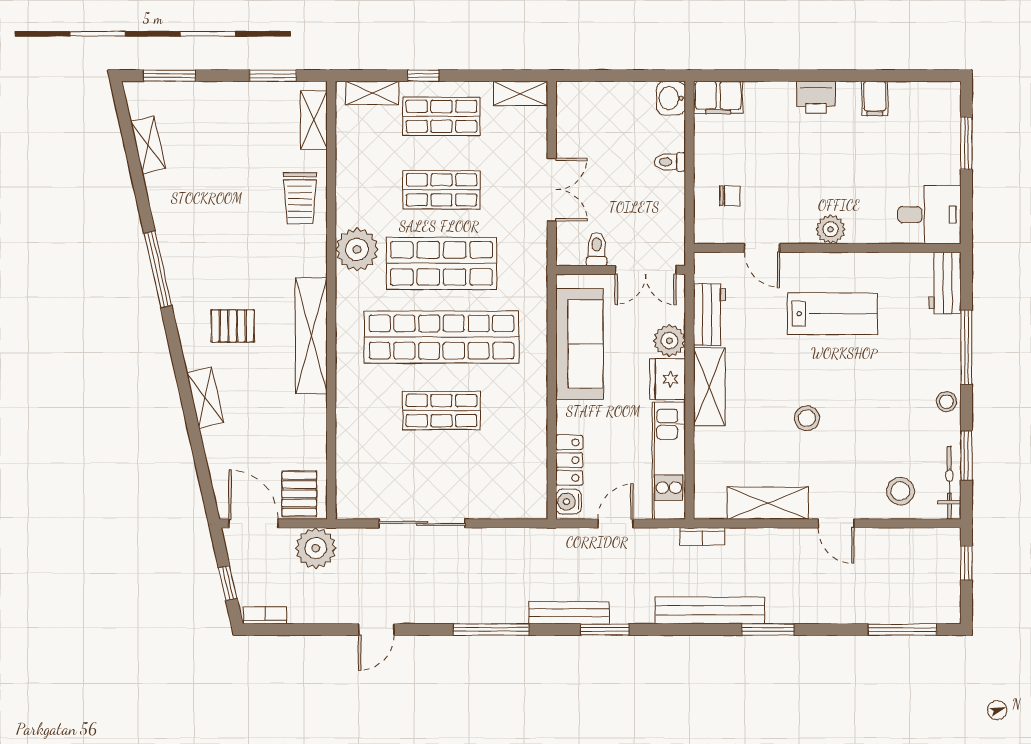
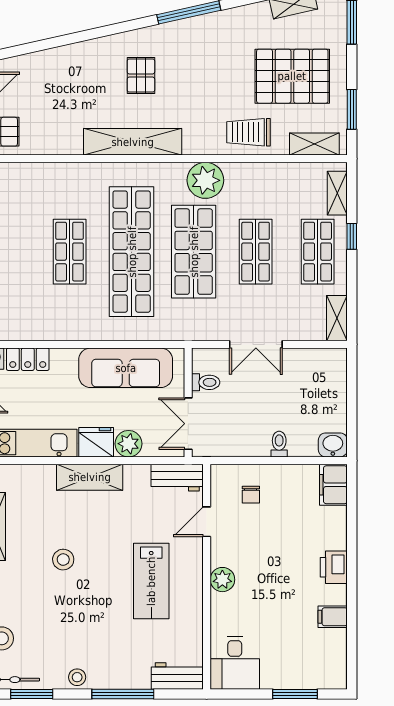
pallet: (233, 146) -> (292, 76), added
workbench: (710, 315) -> (177, 478), moved
shelving: (205, 398) -> (81, 52), removed

